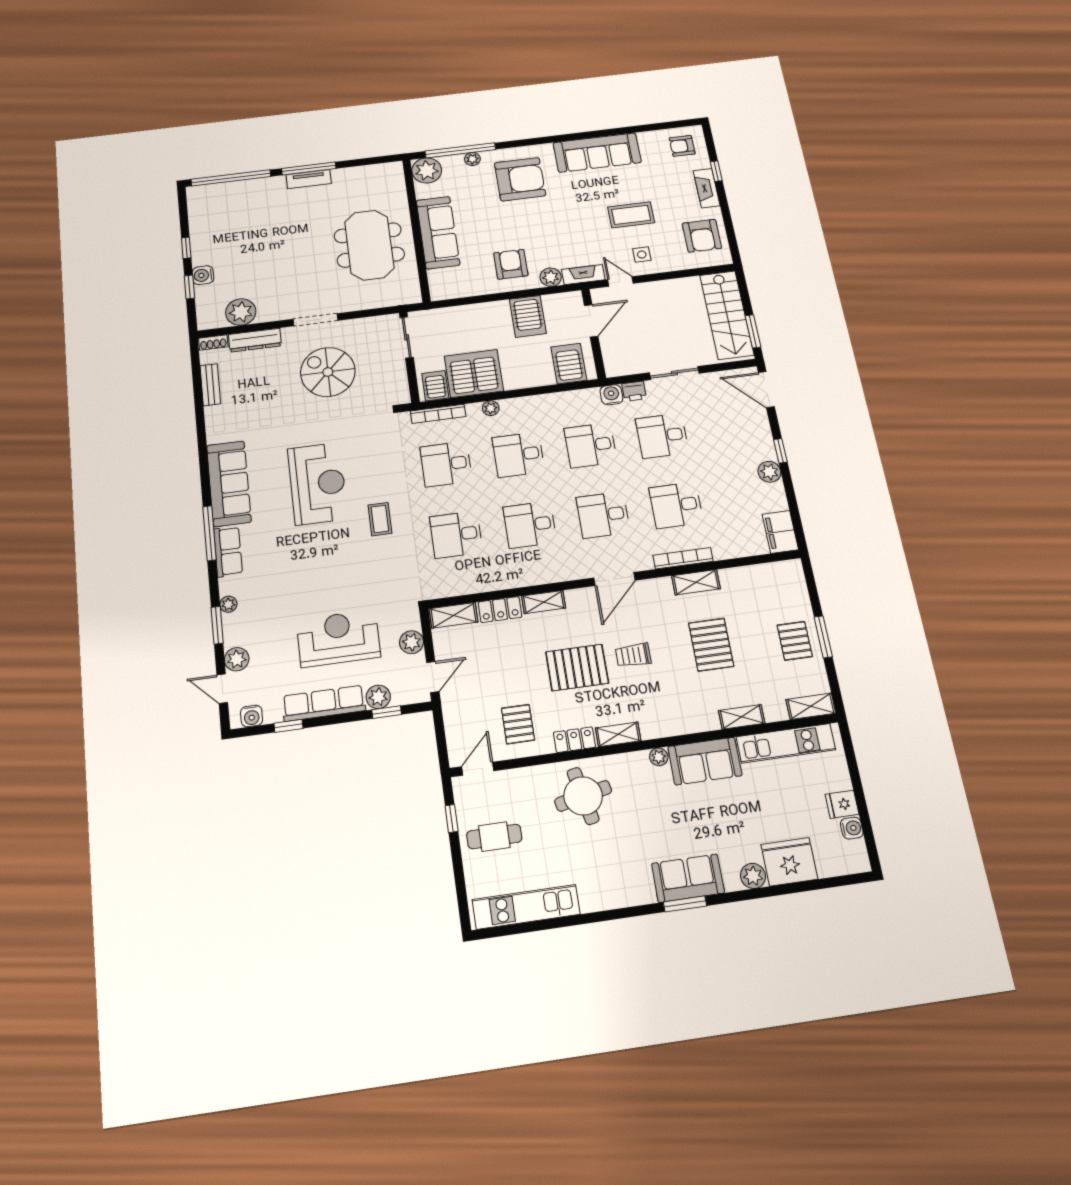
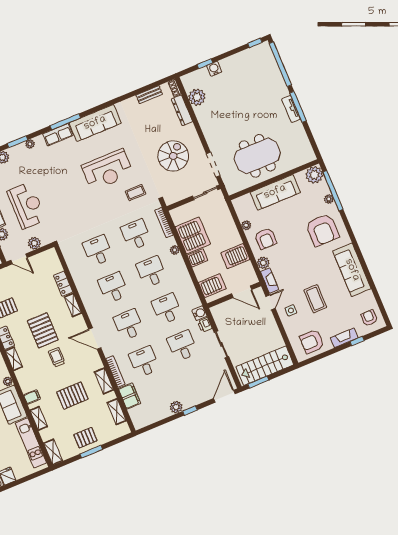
window: (186, 248) -> (255, 43), moved
armchair: (511, 264) -> (266, 239), turned 90
plant: (480, 288) -> (246, 225), added
doorway: (316, 320) -> (213, 165), moved
server rack: (435, 386) -> (197, 258), moved
coffee table: (380, 519) -> (136, 193), moved
filing cabinet: (780, 532) -> (129, 396), moved, turned 90
shelving: (454, 615) -> (117, 412), moved
filing cabinet: (698, 719) -> (32, 397), added

